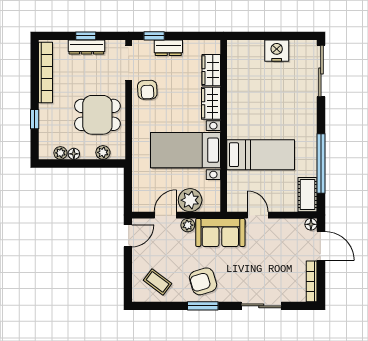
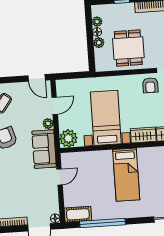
armchair: (147, 90) -> (150, 85), turned -87
plant: (103, 152) -> (99, 43), moved
bed: (261, 155) -> (126, 175), moved
plant: (190, 200) -> (68, 138), moved
door: (165, 215) -> (55, 106), hinge flipped

